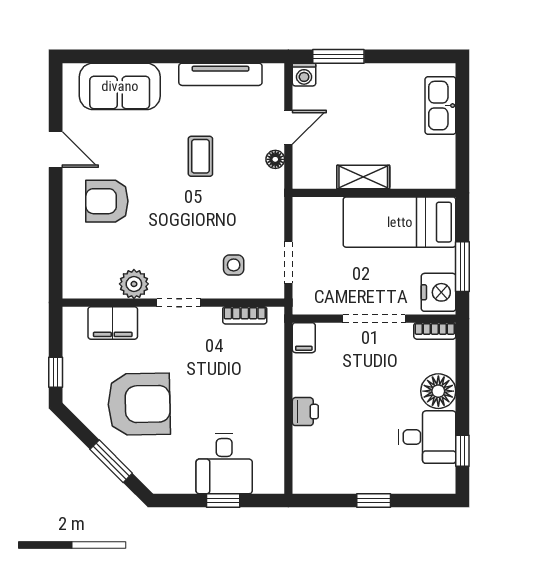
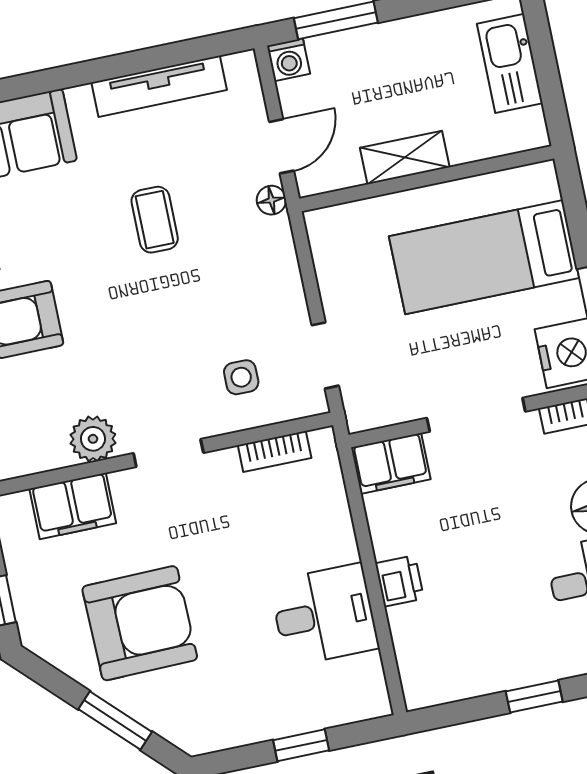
shelving: (363, 177) -> (405, 157), moved
wall: (374, 193) -> (427, 179), moved
filing cabinet: (304, 338) -> (391, 463), width x2.00
desk: (224, 464) -> (324, 615), moved, turned -90

